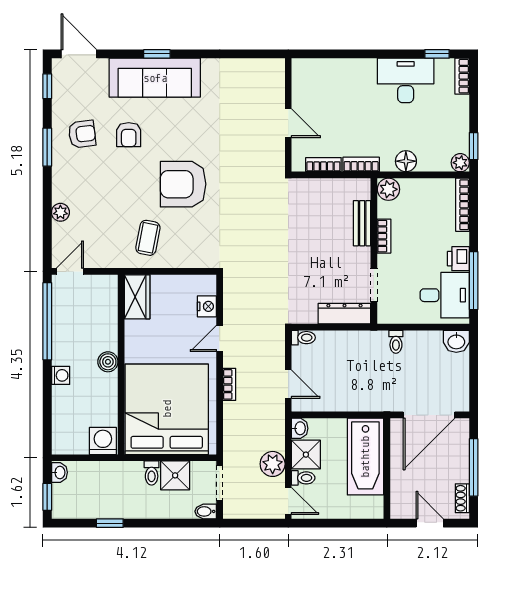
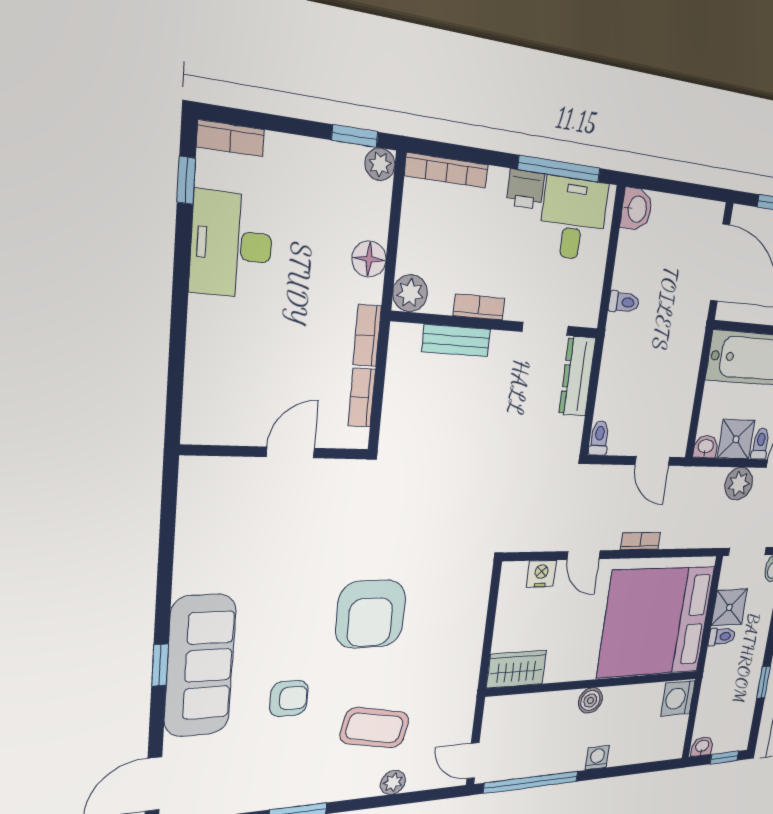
armchair: (82, 134) -> (282, 766), removed
coffee table: (148, 238) -> (375, 728), moved, width x1.36, depth x1.30
door: (288, 384) -> (652, 461), swing flipped

